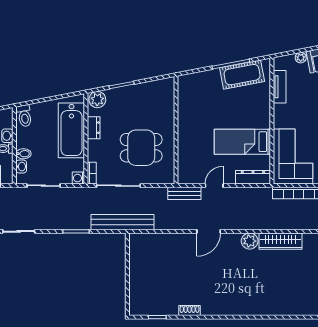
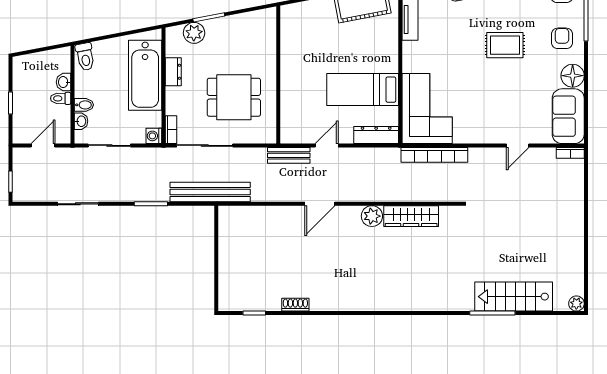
plant: (97, 100) -> (194, 33), moved

